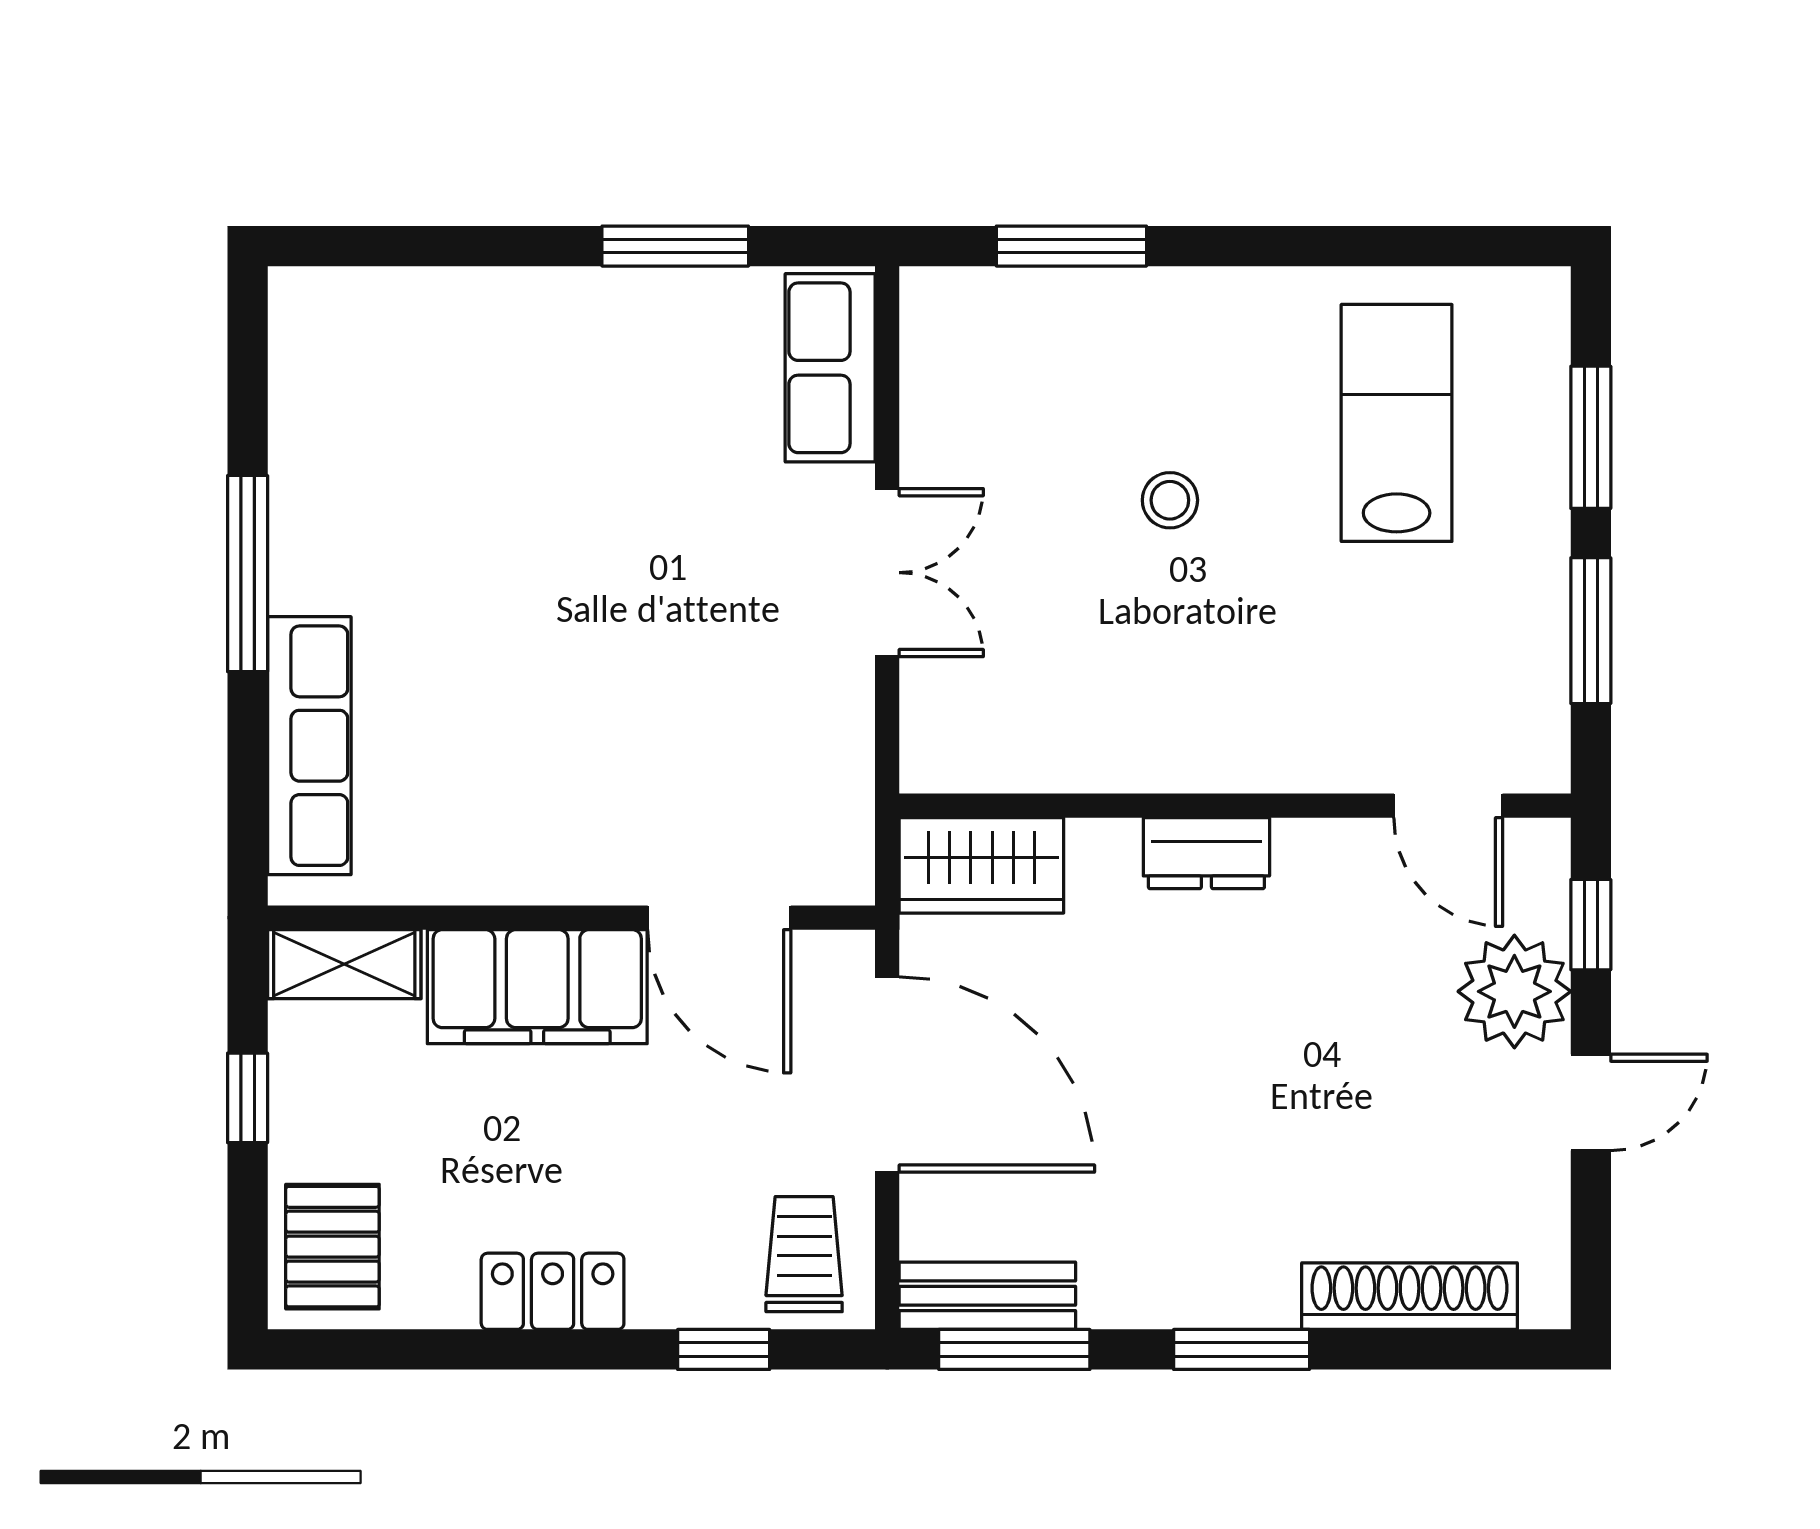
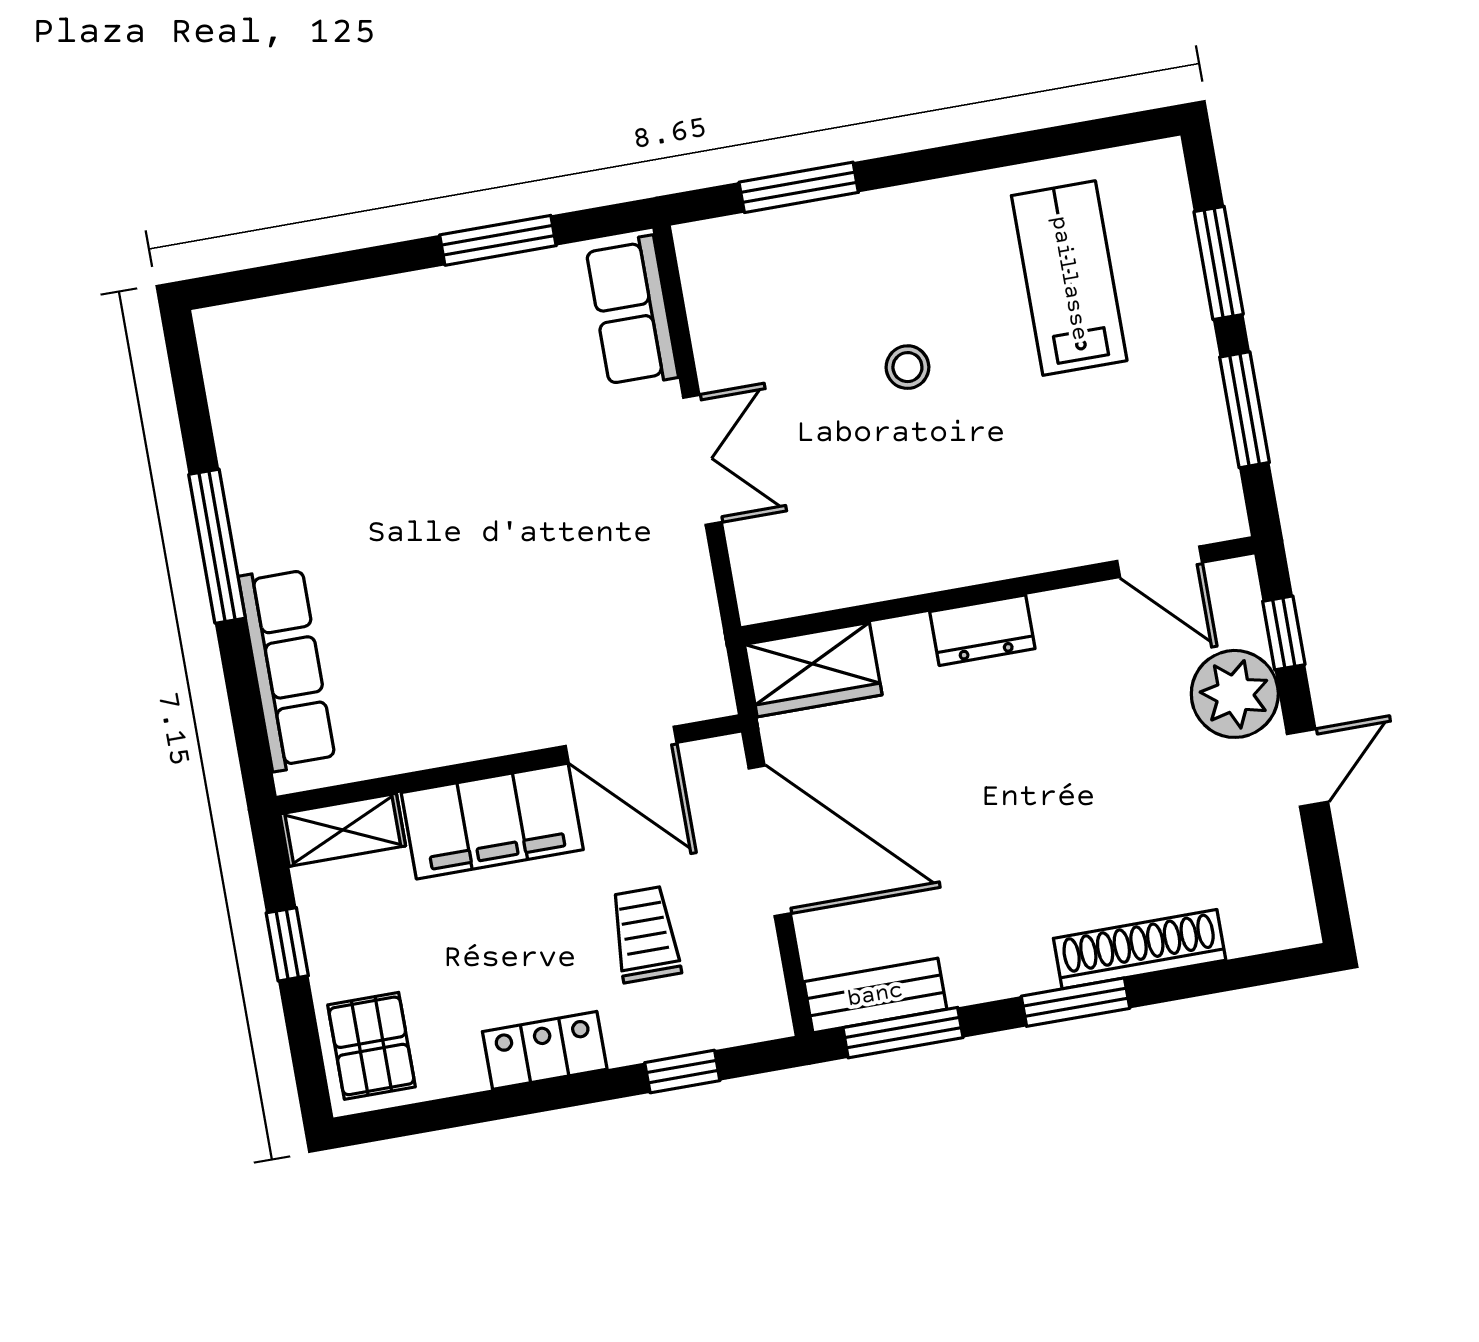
trolley: (804, 1254) -> (645, 934), moved
shoe rack: (1410, 1296) -> (1140, 949), moved

